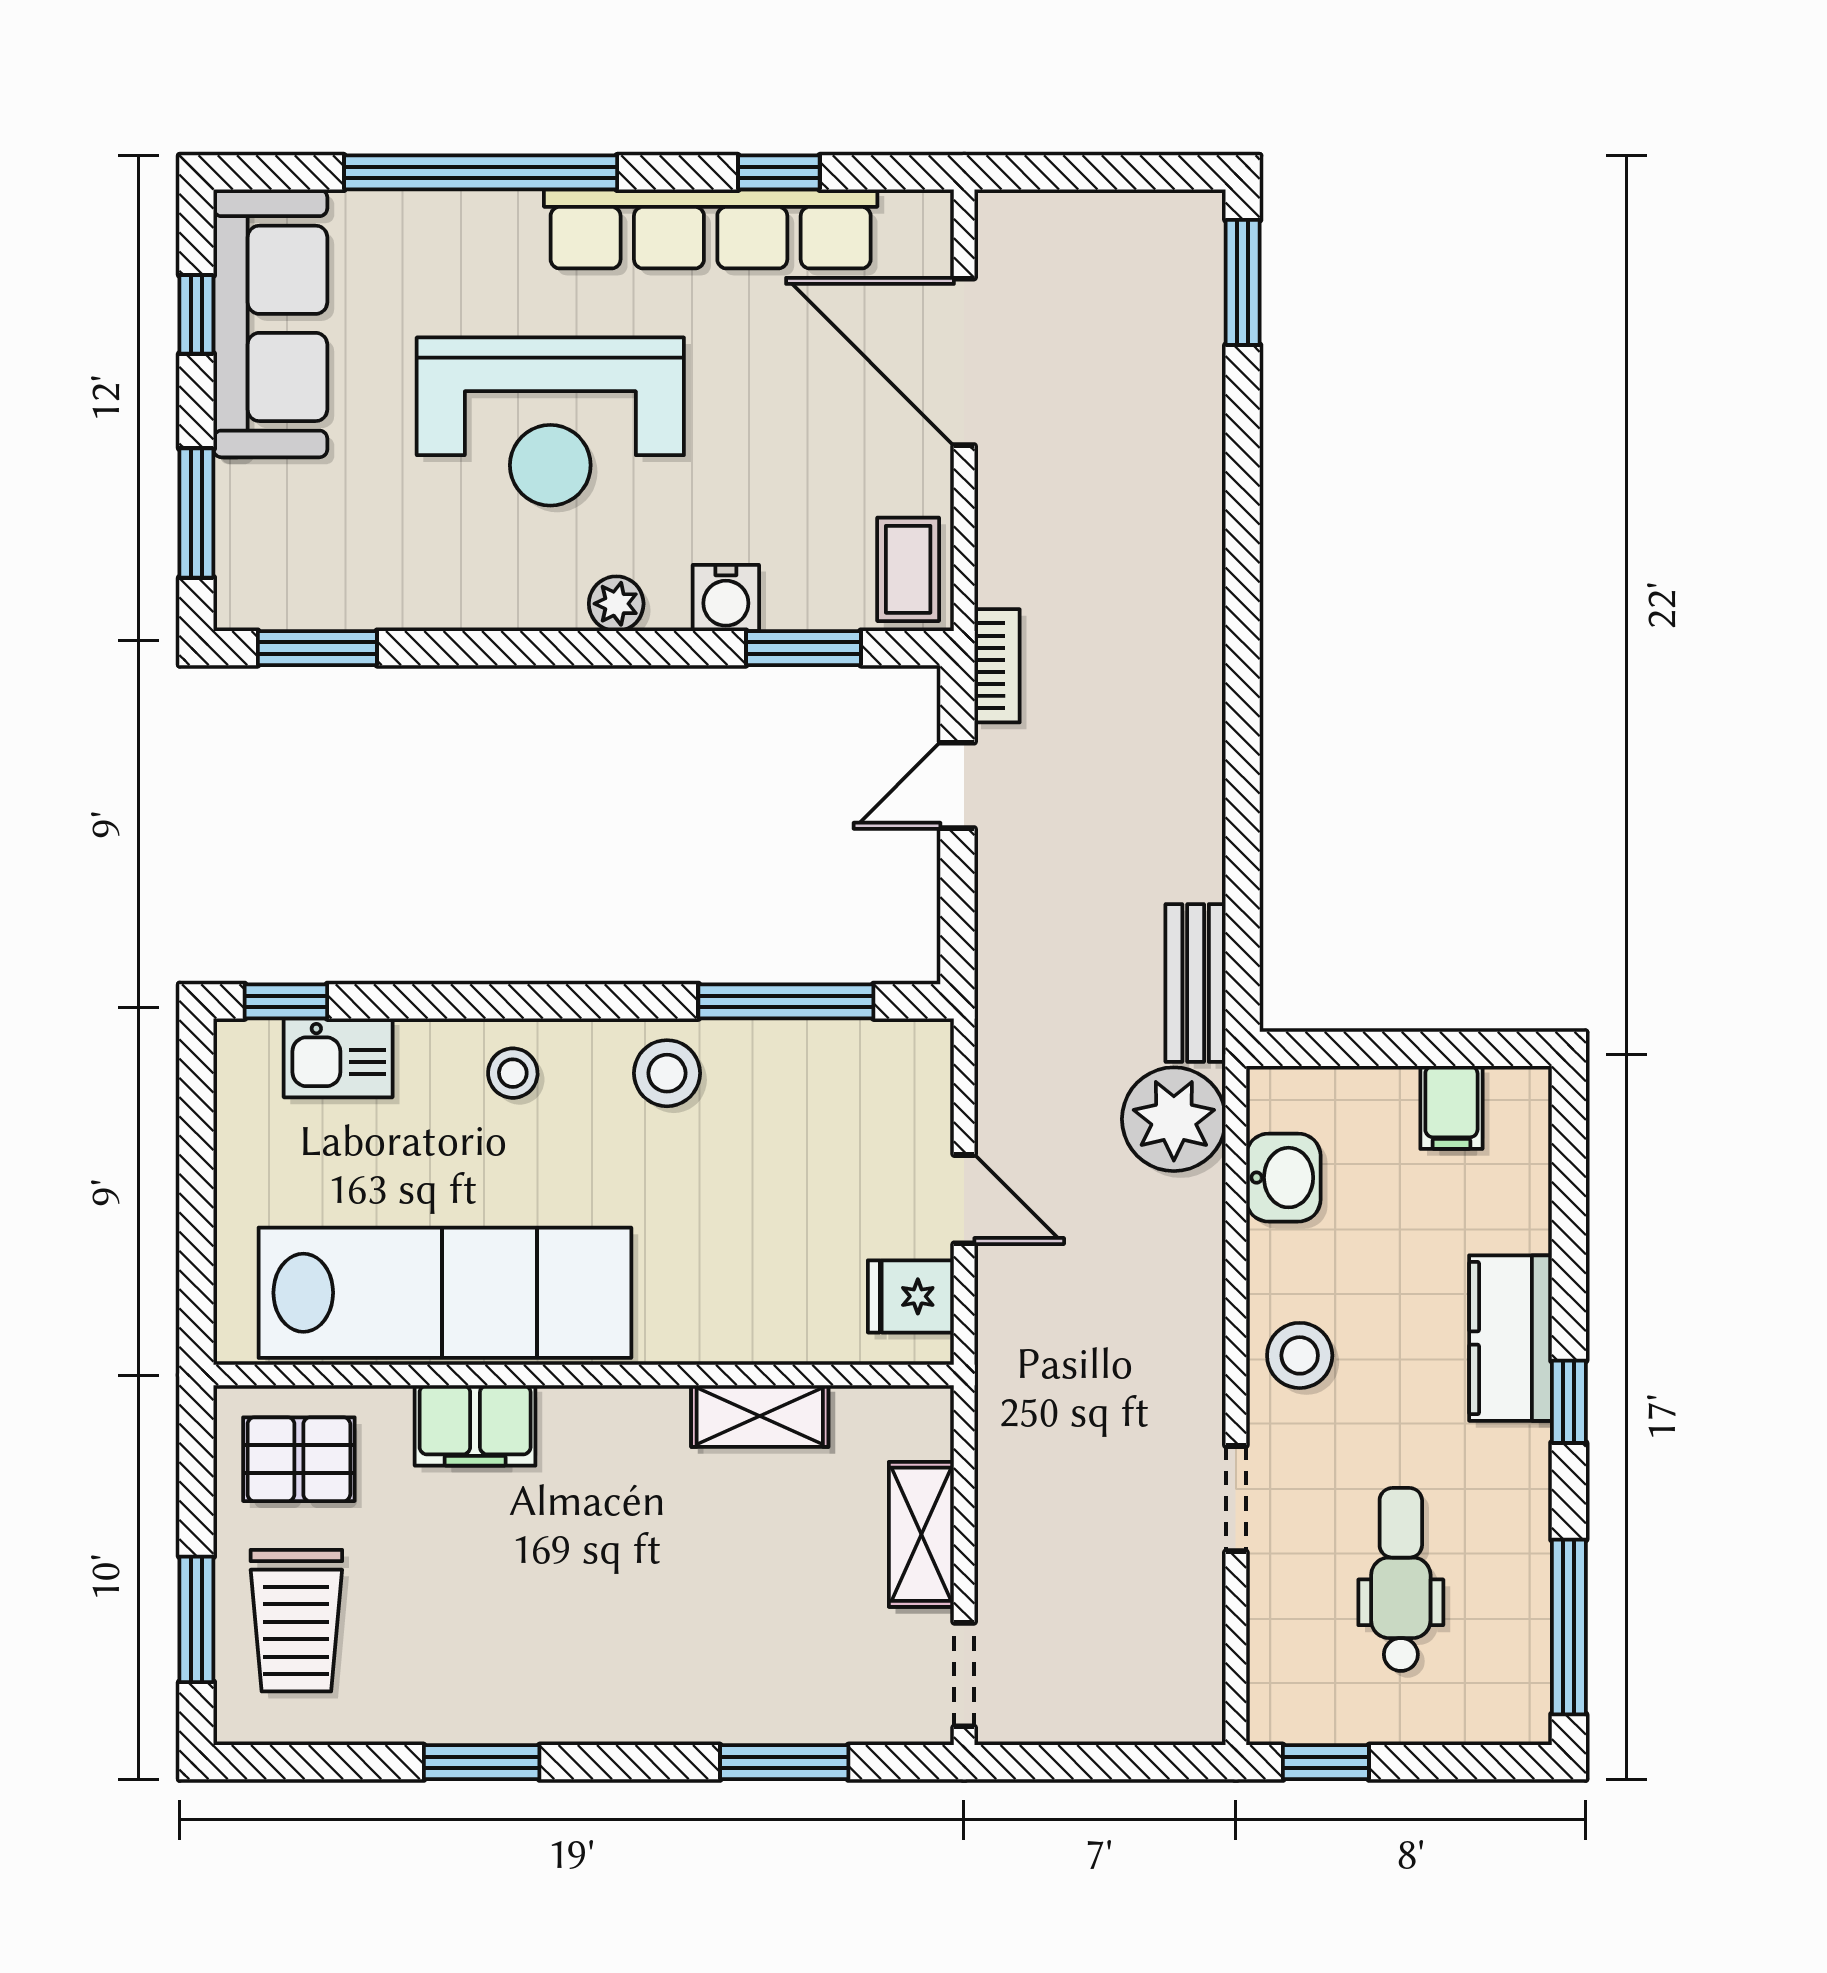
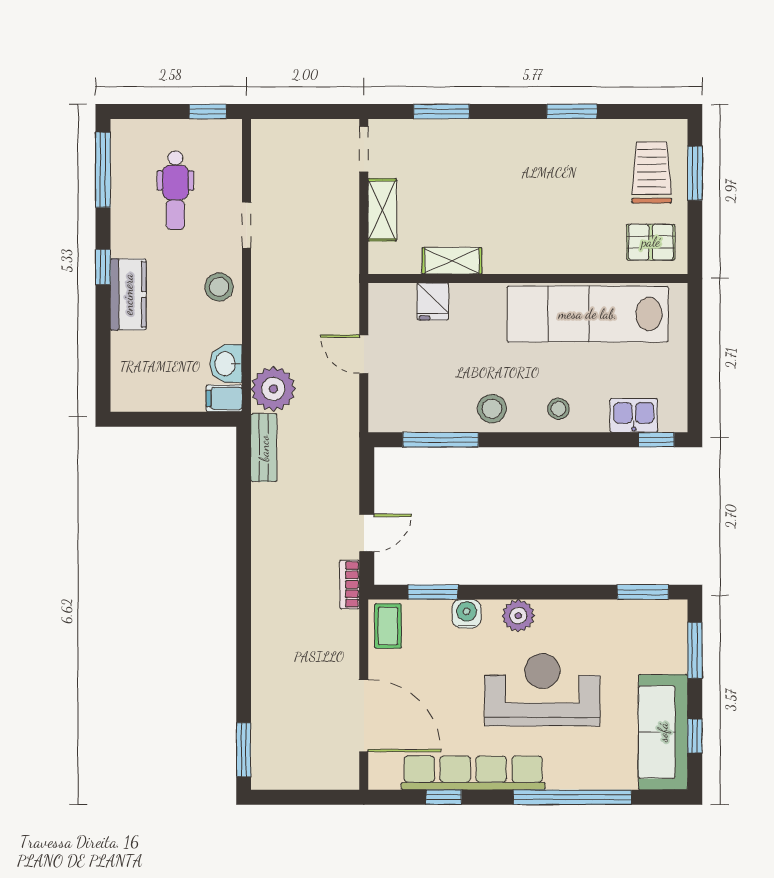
plant: (616, 604) -> (518, 616), width x1.38, depth x1.38
filing cabinet: (1451, 1107) -> (224, 398), moved, turned -90
fridge: (911, 1296) -> (433, 301), moved, turned 90
filing cabinet: (475, 1425) -> (575, 257), removed

